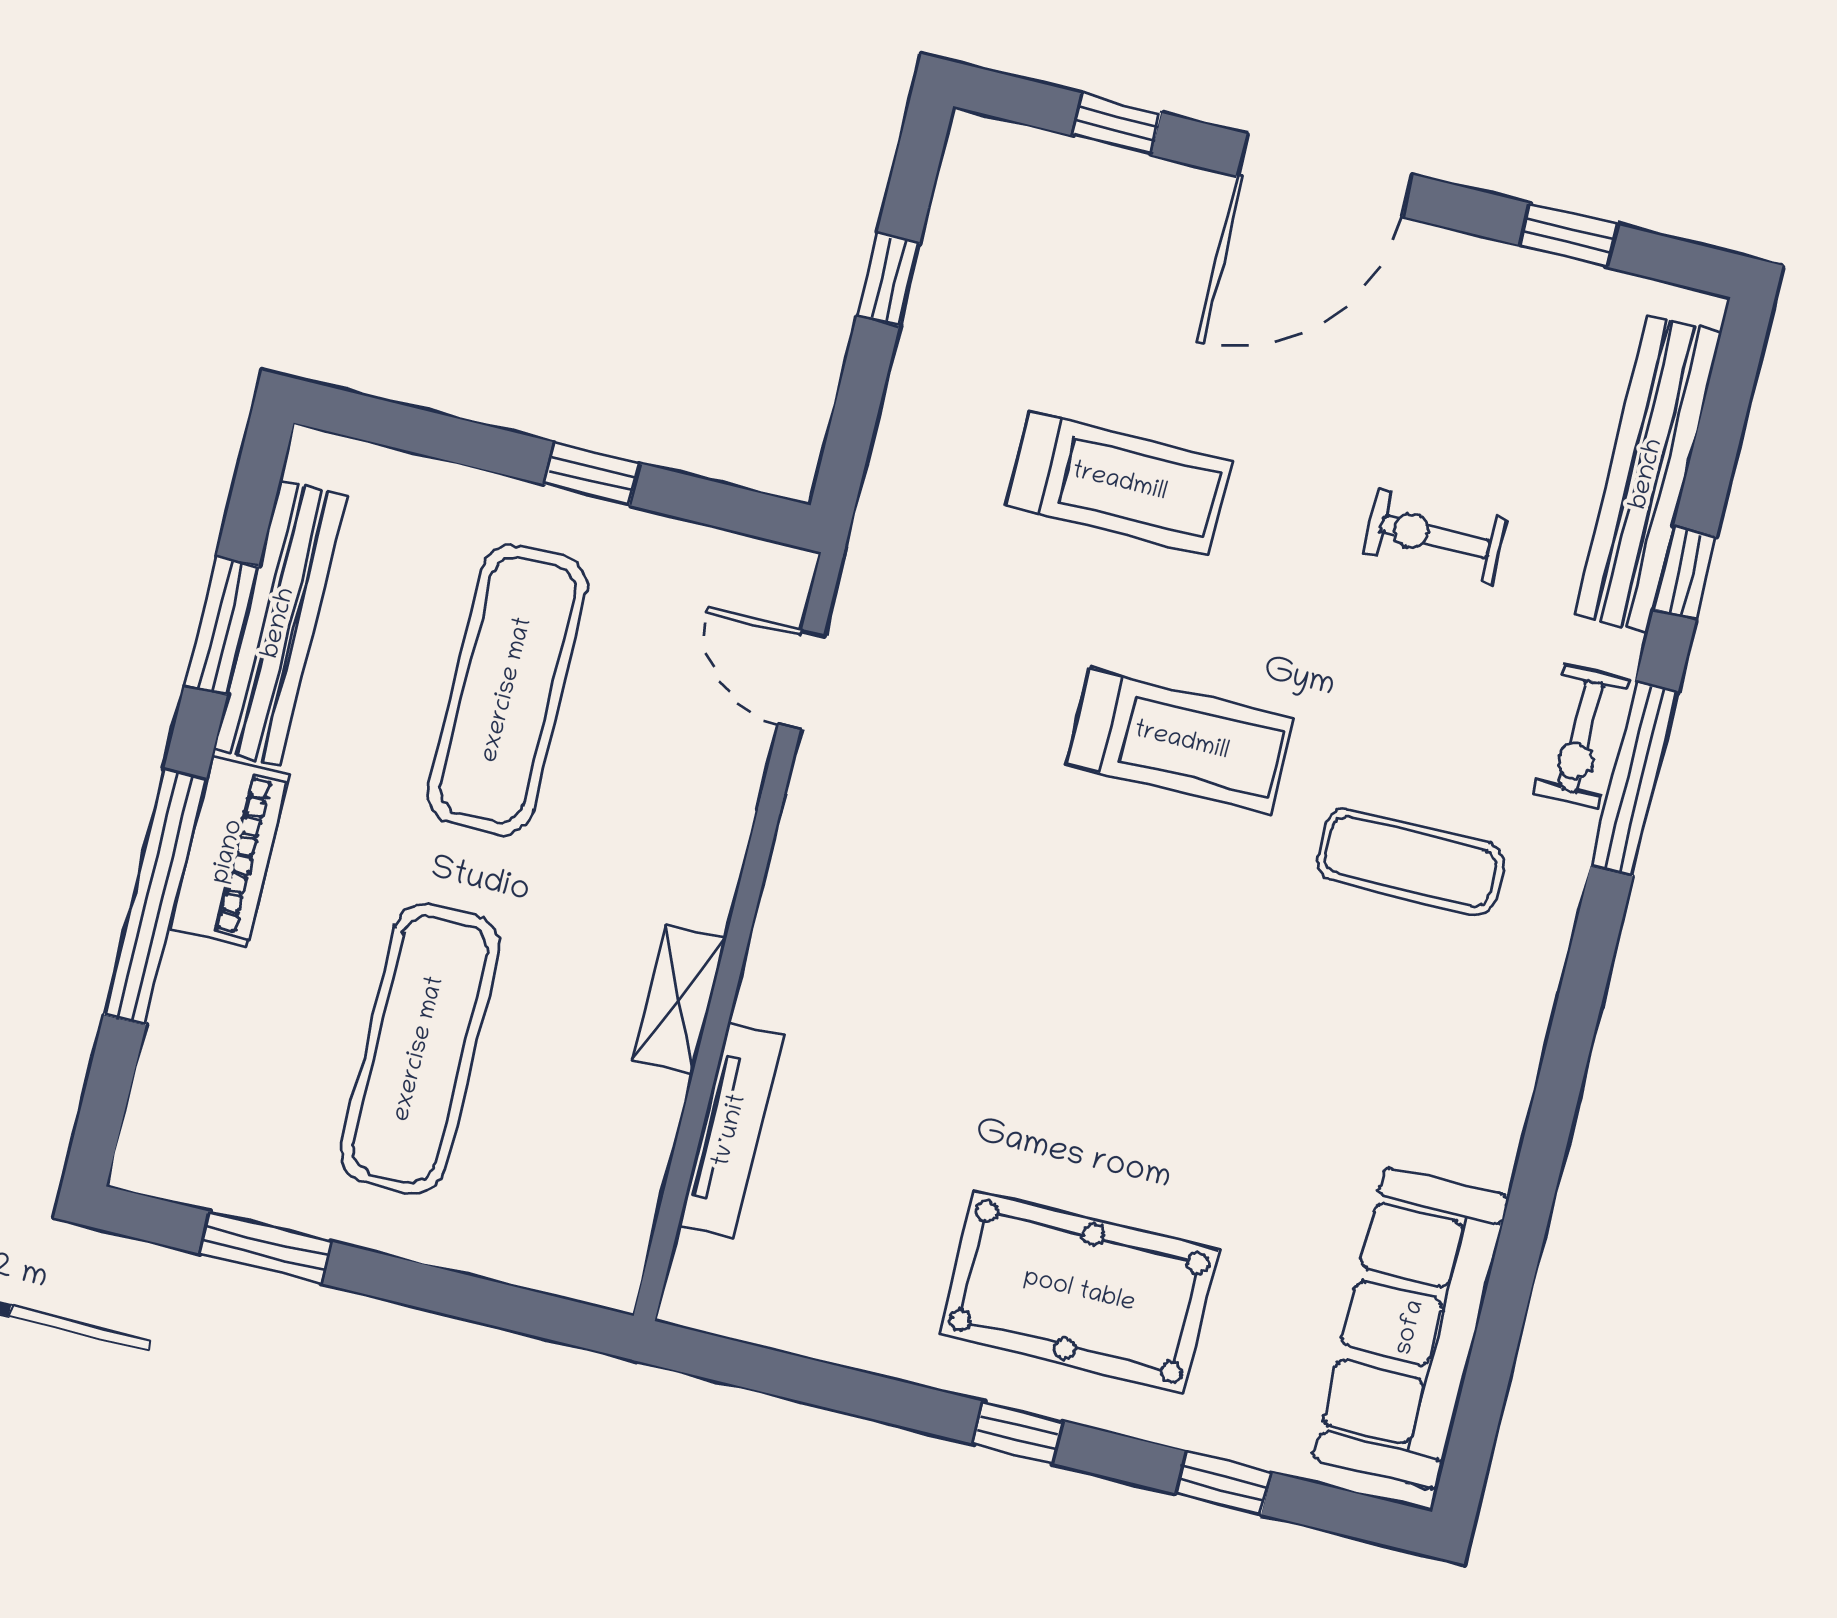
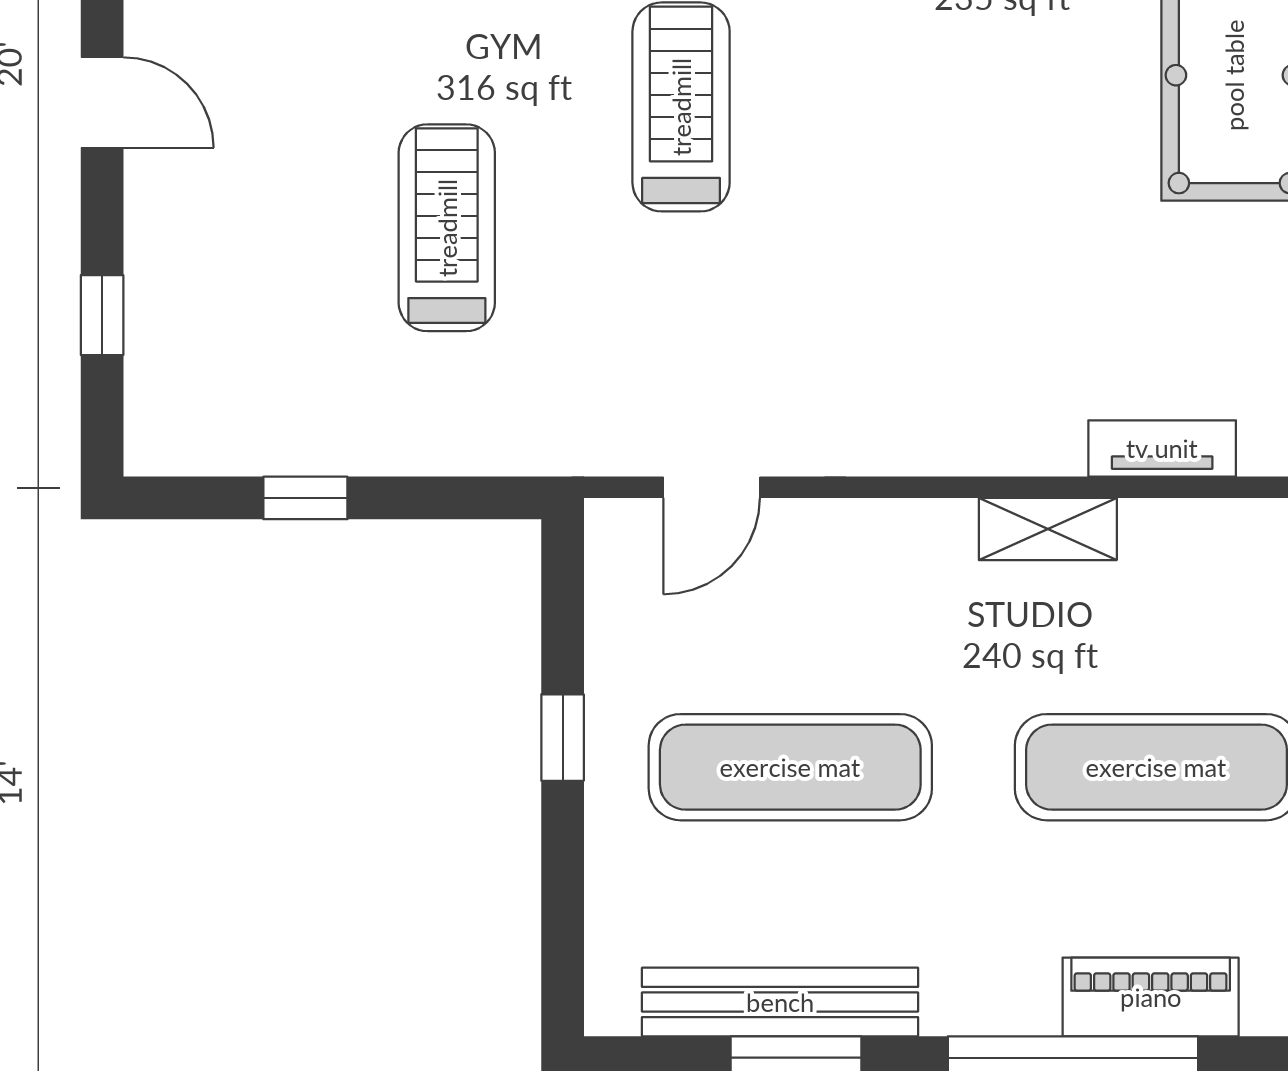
door: (1325, 175) -> (102, 102), width x0.53
piano: (229, 852) -> (1151, 997), moved
tv unit: (731, 1131) -> (1162, 448), width x0.71

